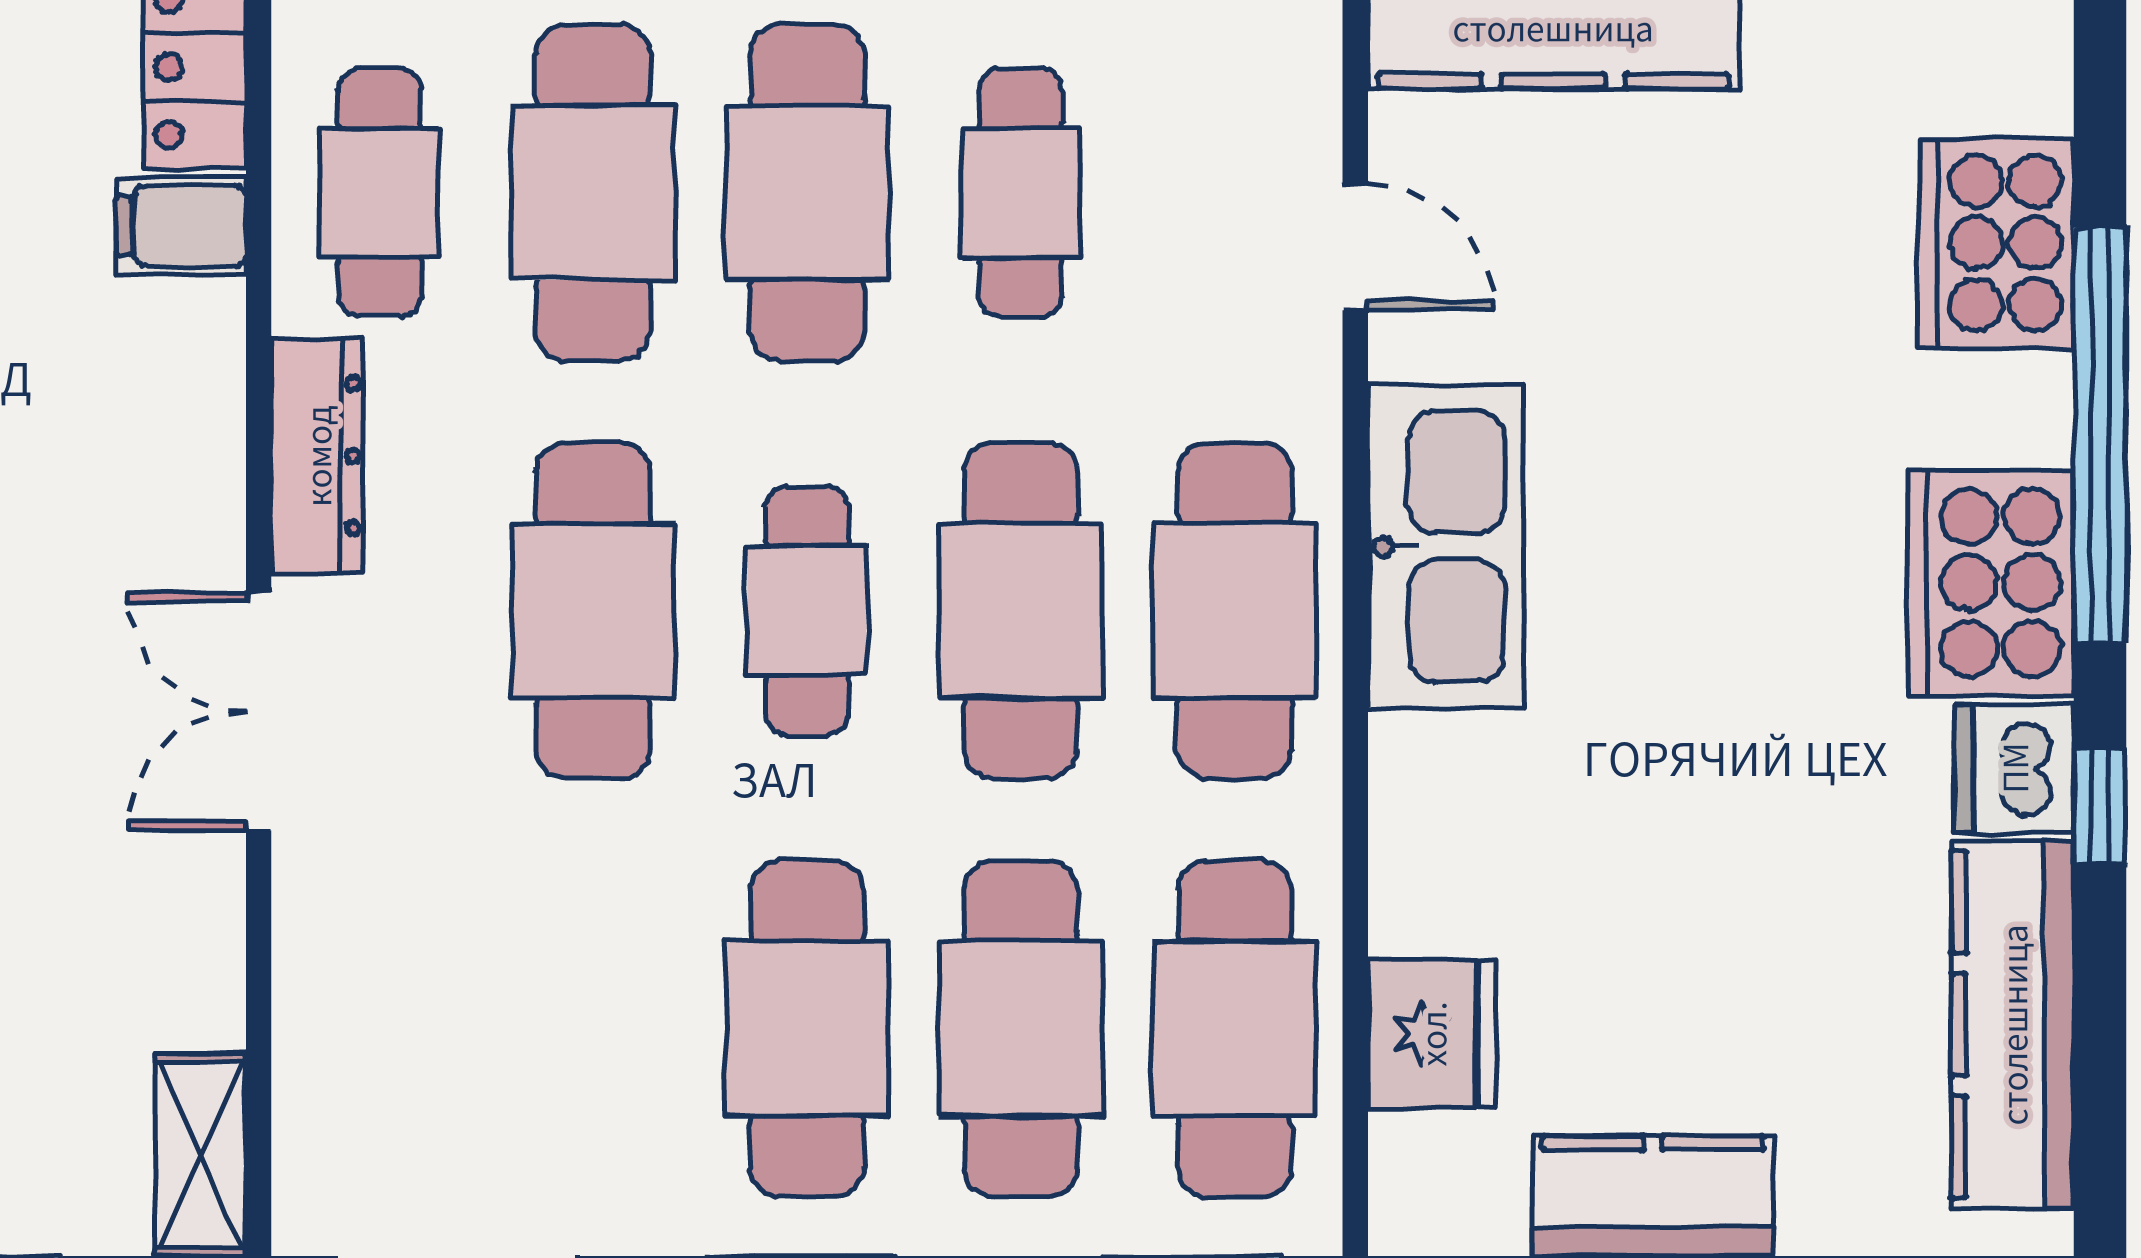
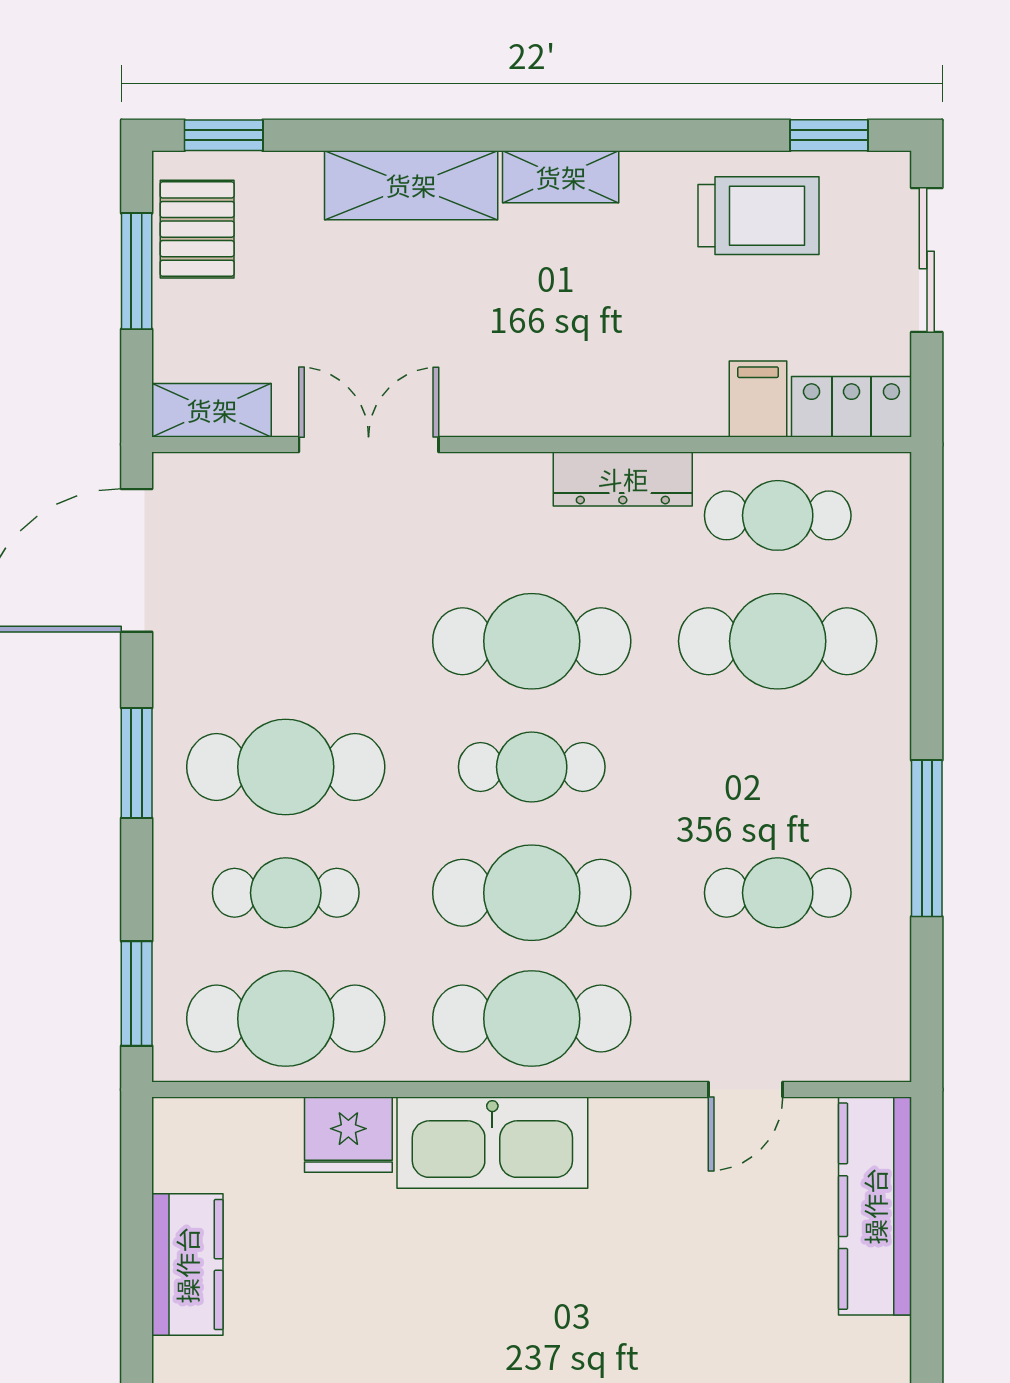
cafe table: (807, 192) -> (778, 767), removed
kitchen sink: (1446, 546) -> (492, 1143), moved
double door: (259, 712) -> (369, 444), moved
cafe table: (1021, 1029) -> (286, 893), width x0.73, depth x0.74
fridge: (1432, 1034) -> (348, 1135), moved

